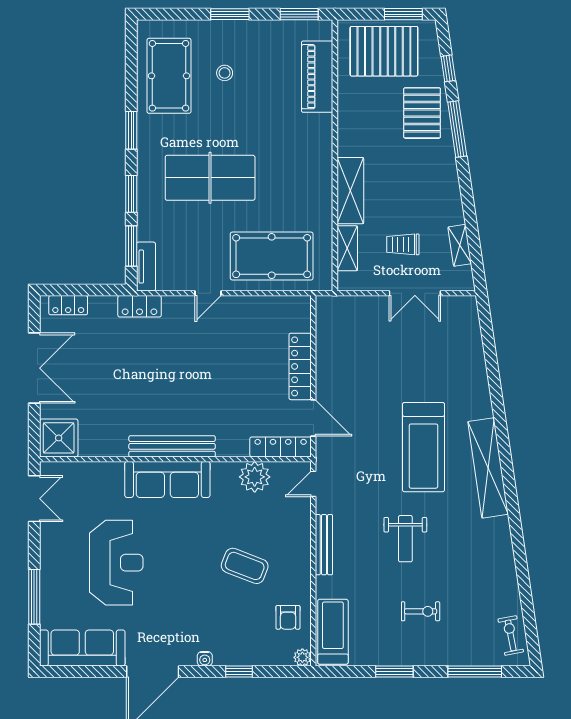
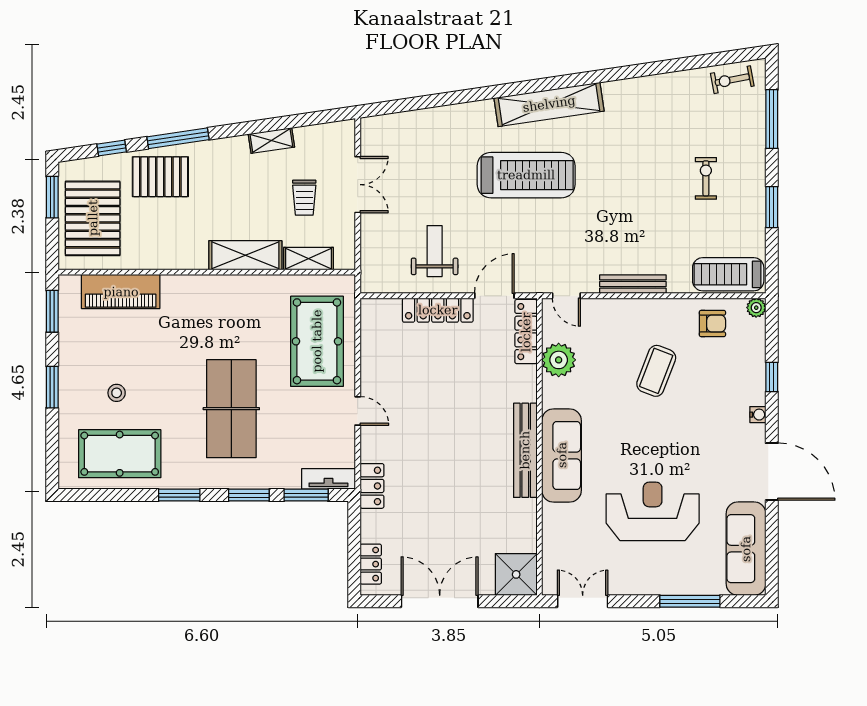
shelving: (460, 245) -> (271, 140), moved
weight bench: (405, 539) -> (435, 251), moved, turned -90

